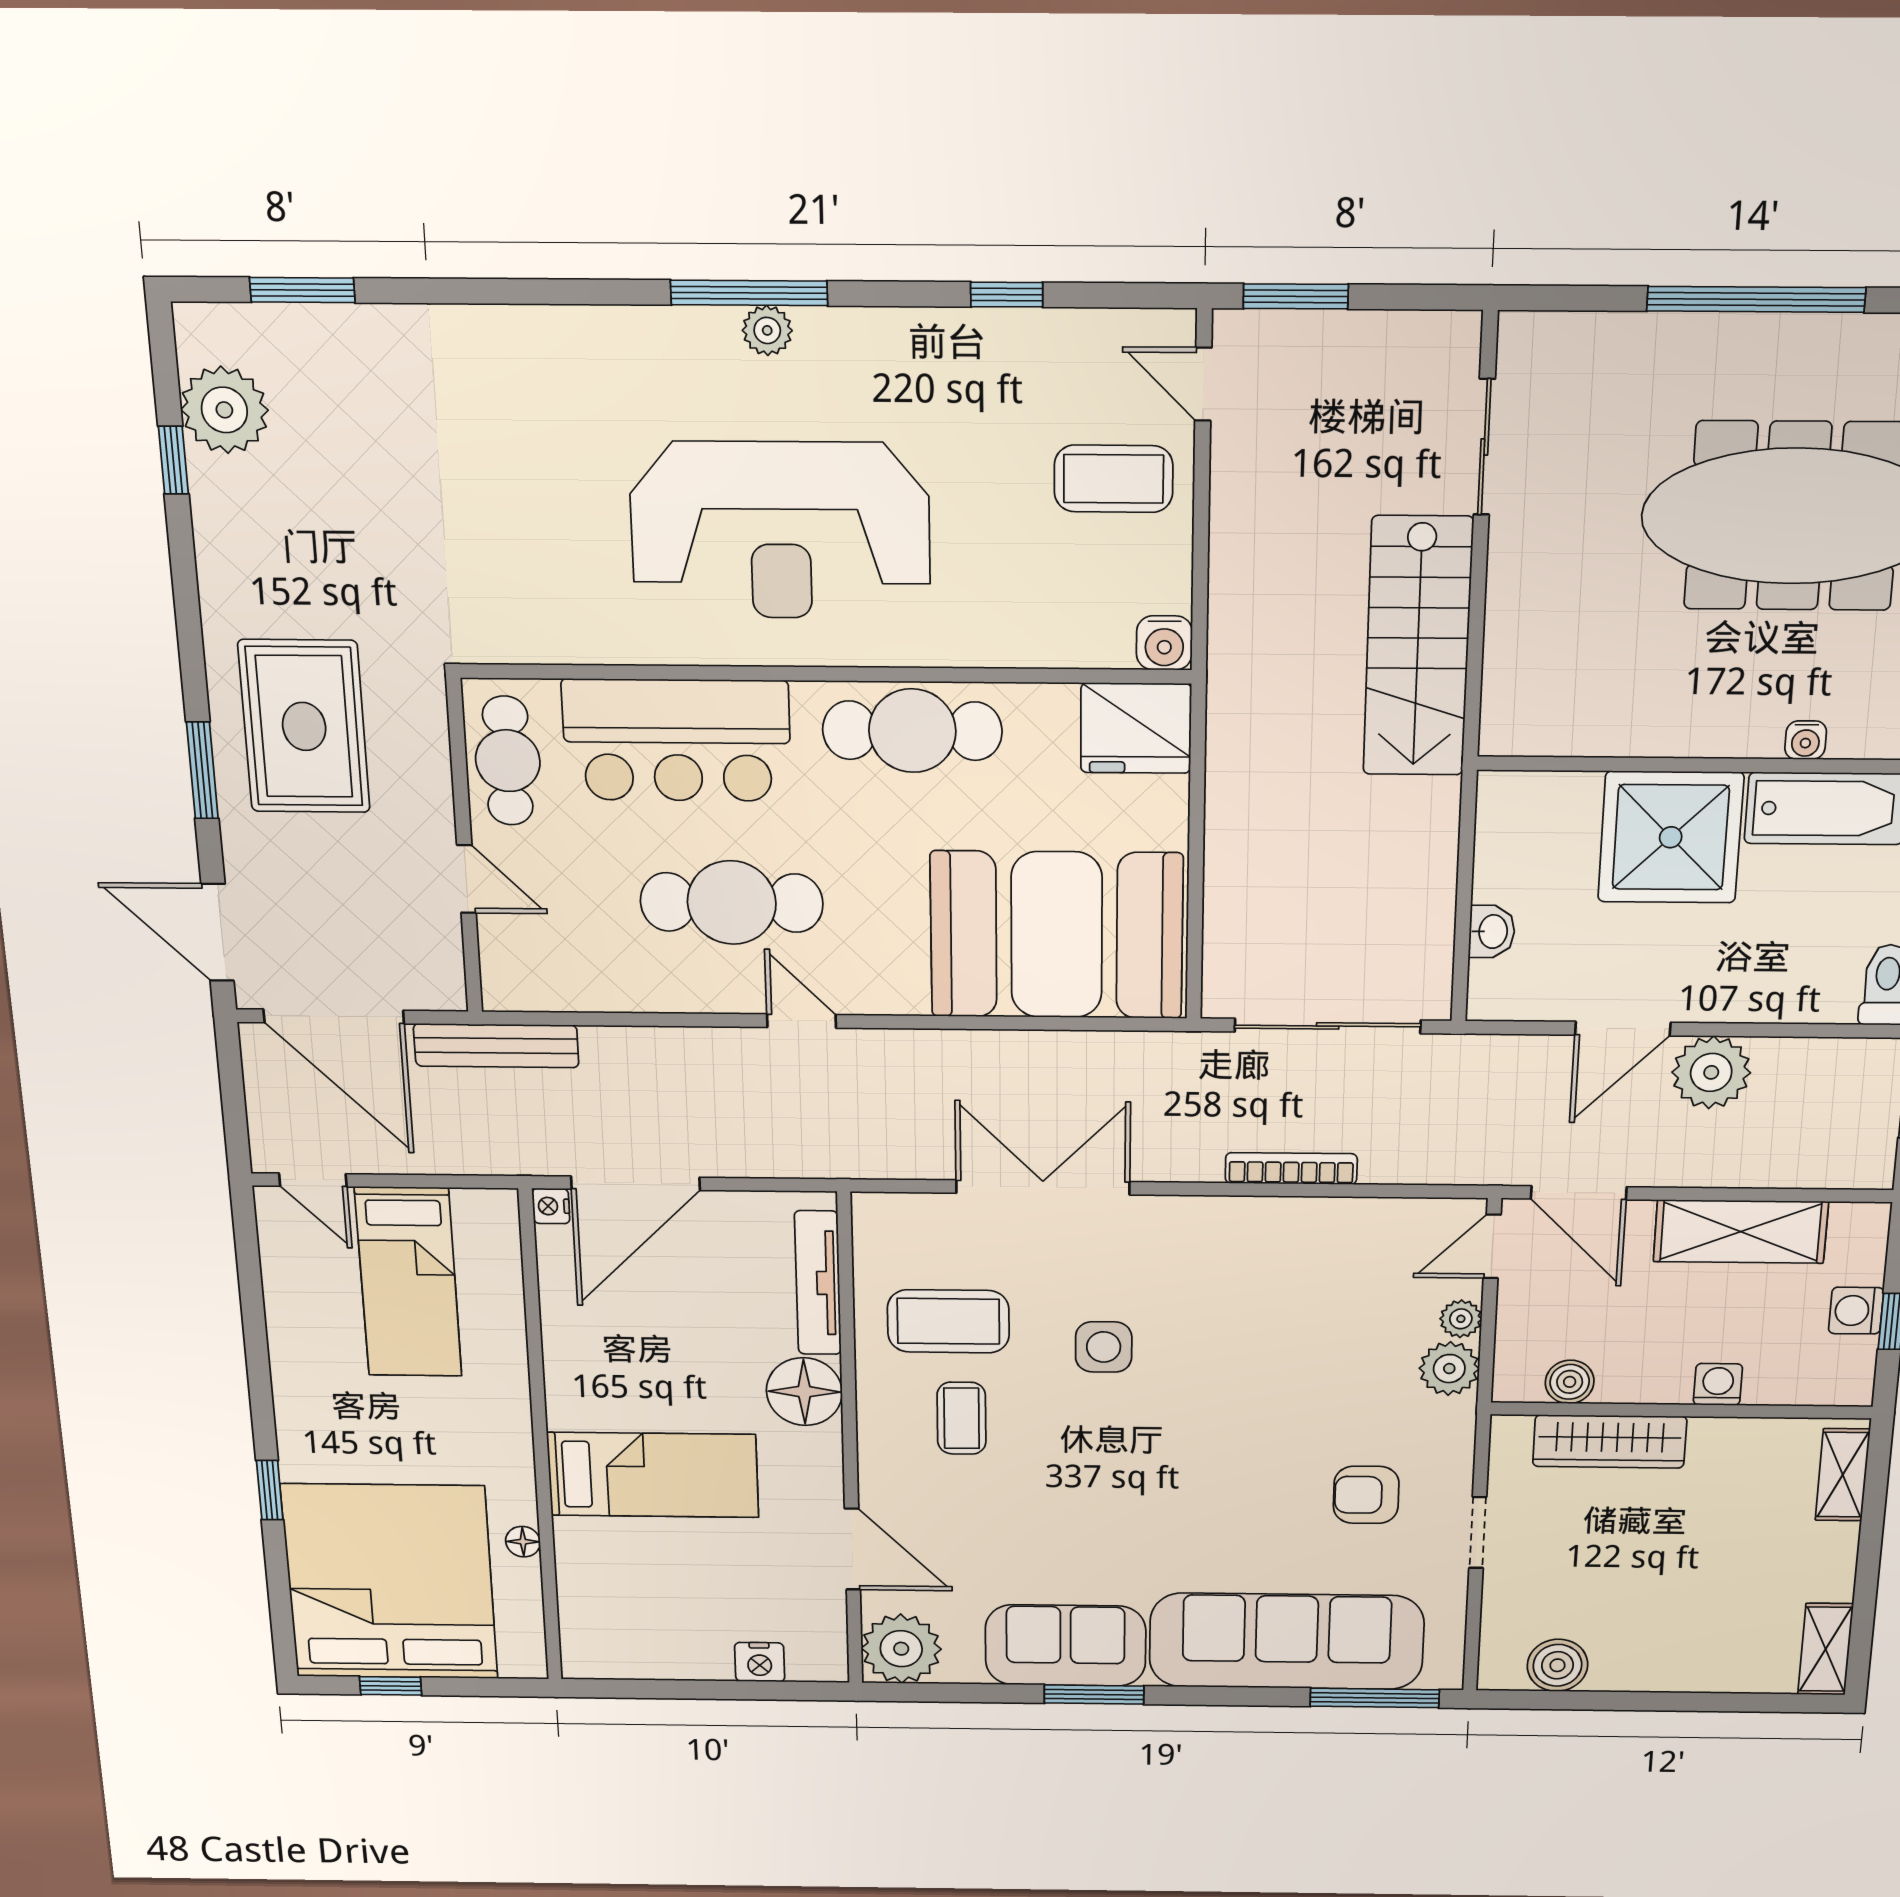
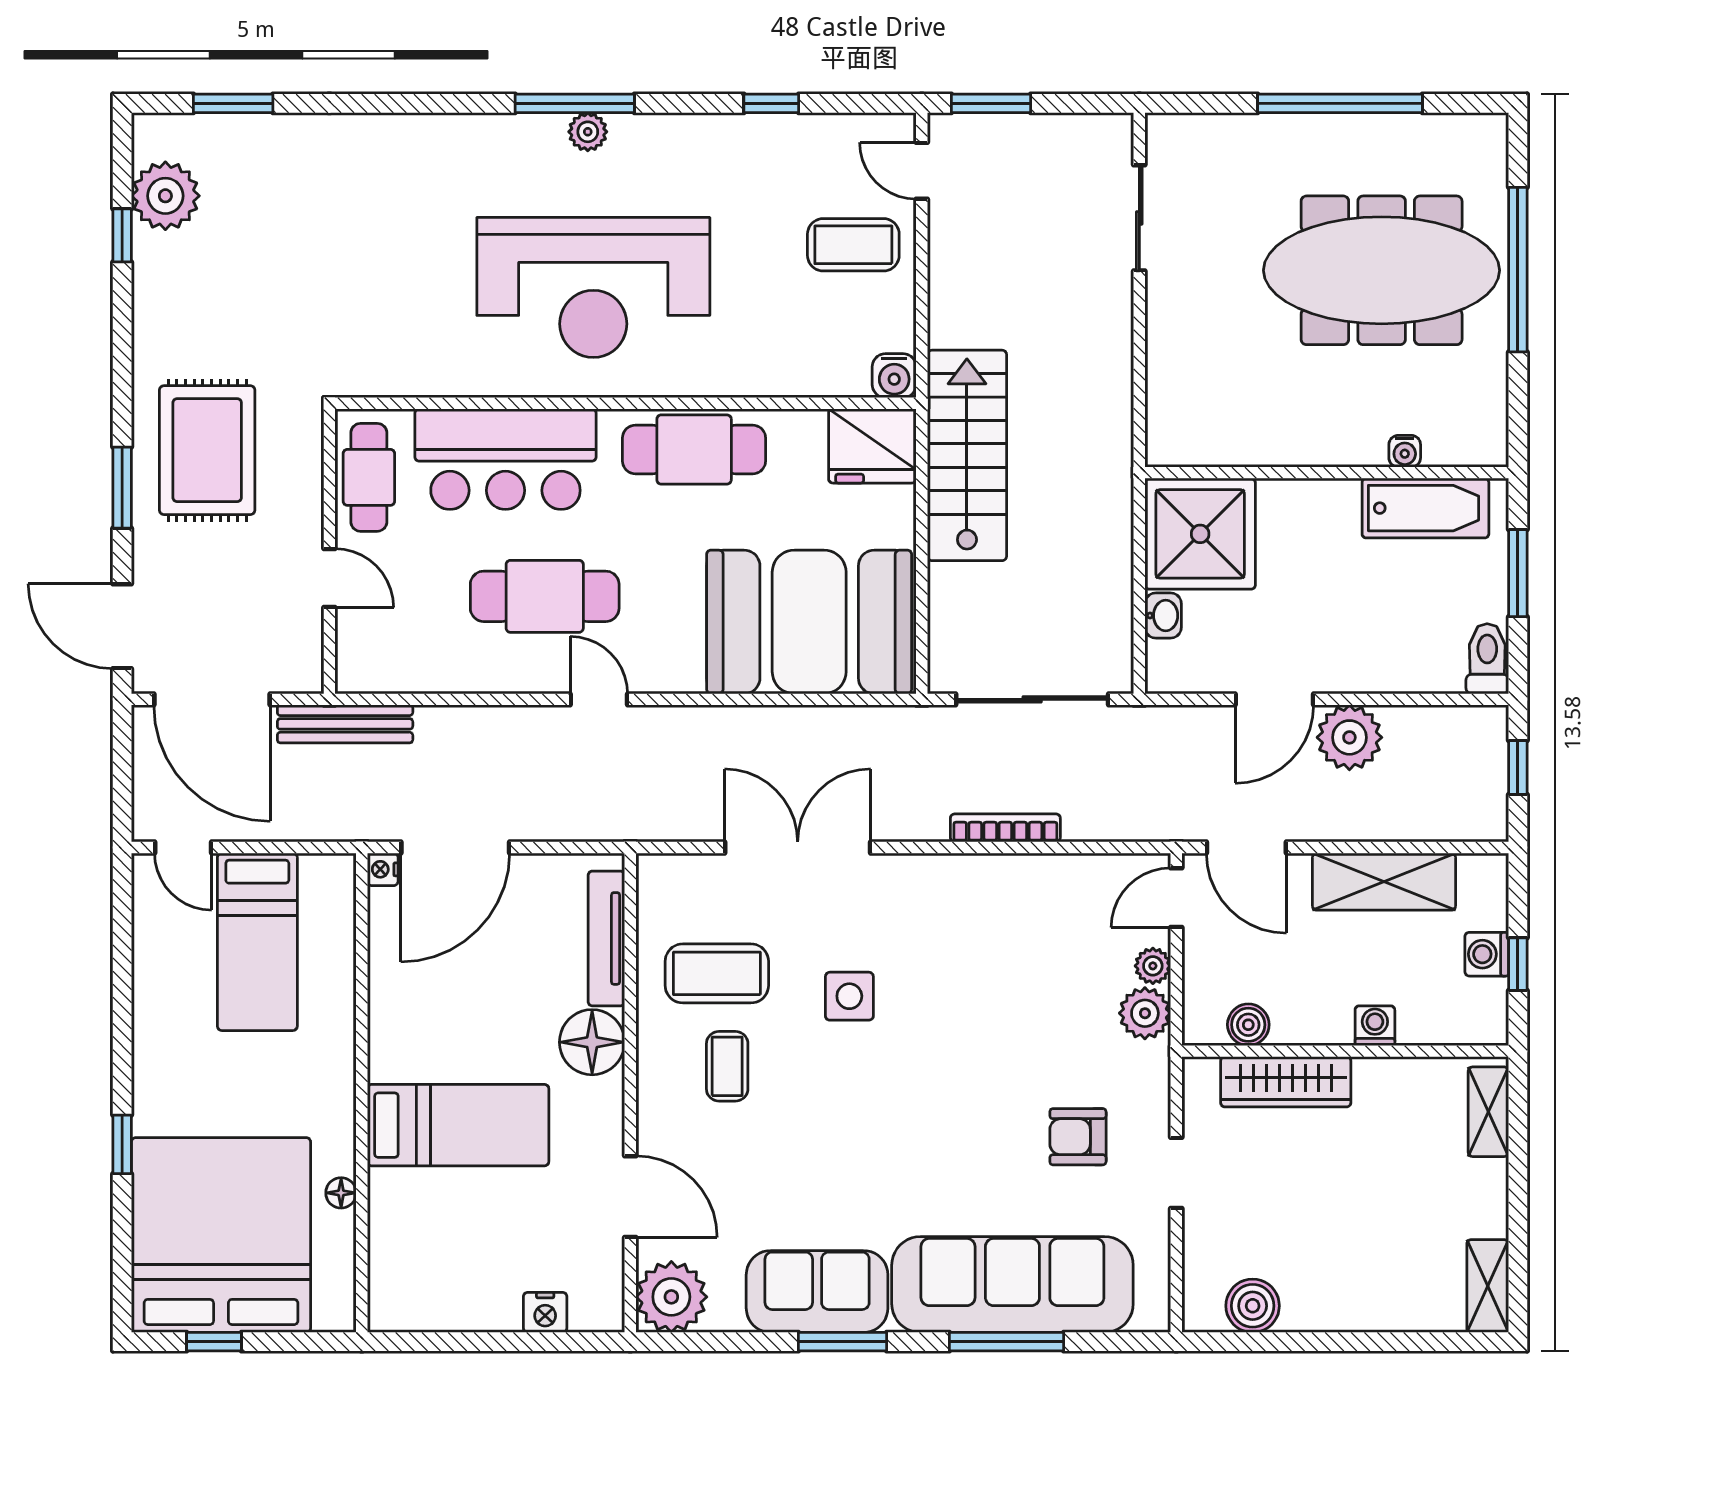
stairs: (1418, 647) -> (967, 455), moved, turned 180
shower: (1671, 837) -> (1200, 534), moved
window: (1375, 1698) -> (1007, 1342), moved

